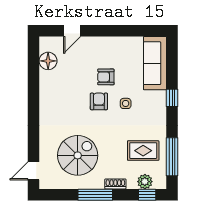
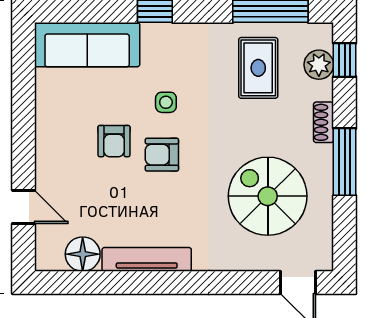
tv unit: (45, 94) -> (147, 259), added

